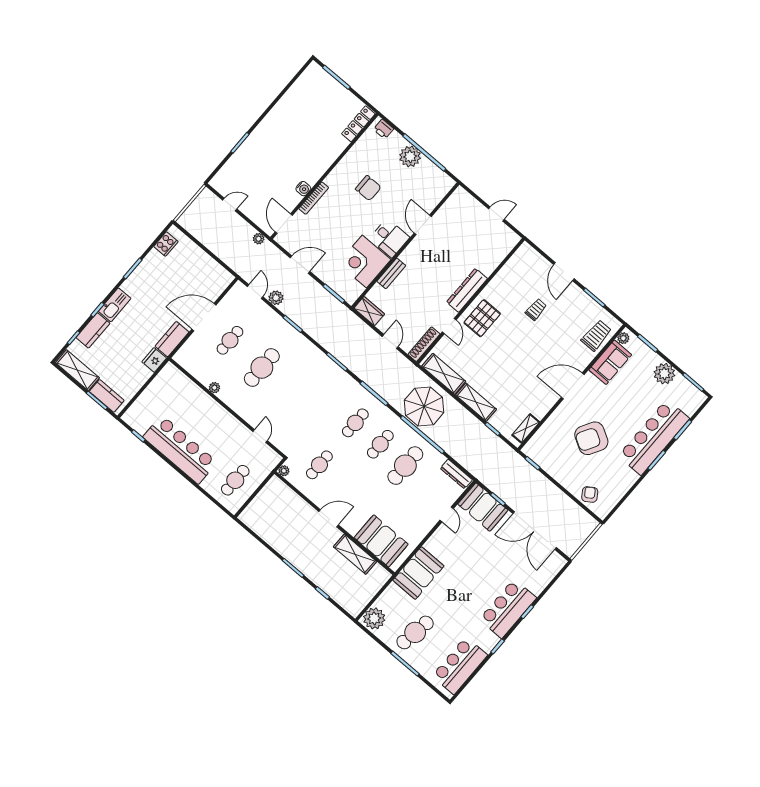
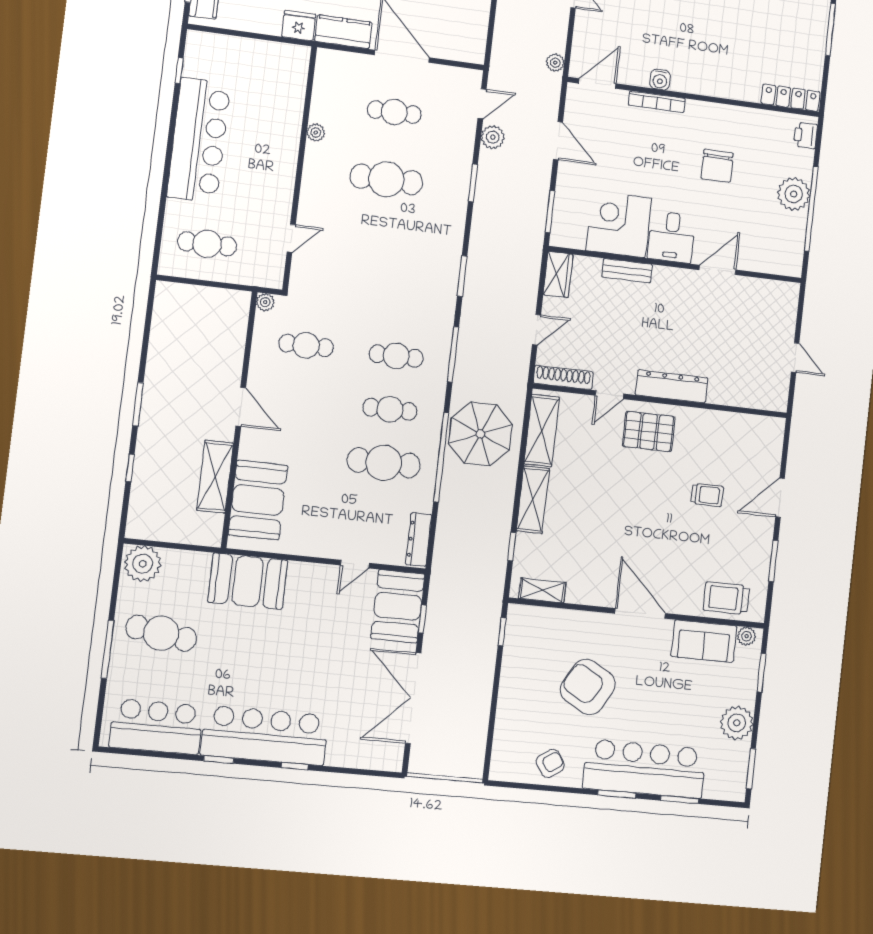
trolley: (596, 335) -> (726, 598), turned 180
armchair: (590, 494) -> (550, 763), moved
bar counter: (508, 609) -> (265, 735), width x1.36

